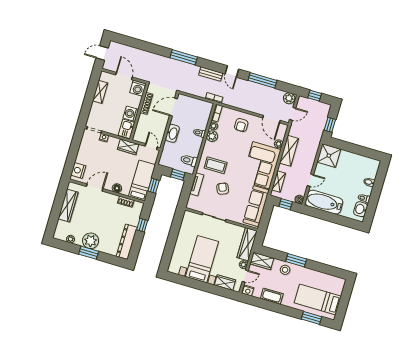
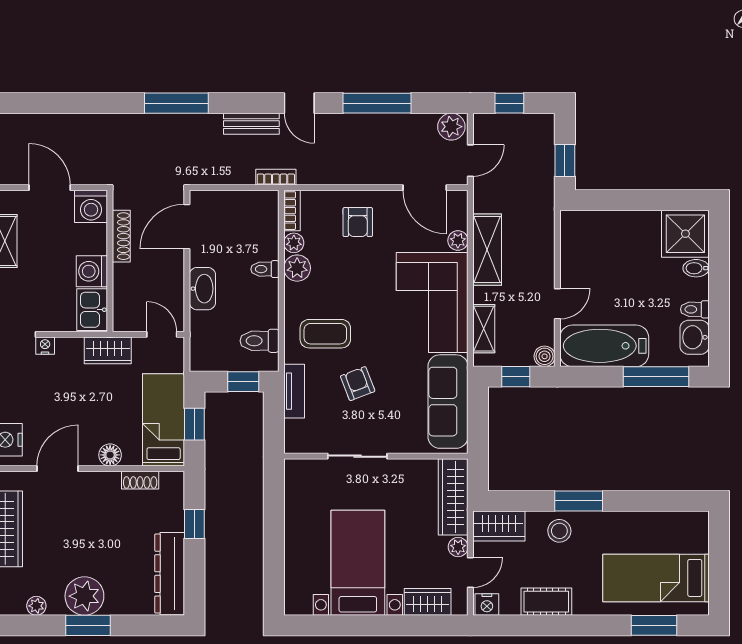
shower: (329, 156) -> (685, 234), moved
window: (341, 220) -> (656, 377), added

